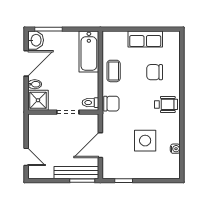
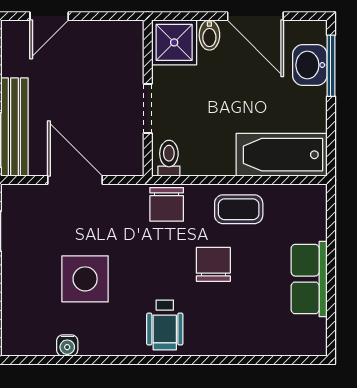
washbasin: (36, 40) -> (310, 65), moved, turned 90
chair: (155, 72) -> (213, 264), moved

